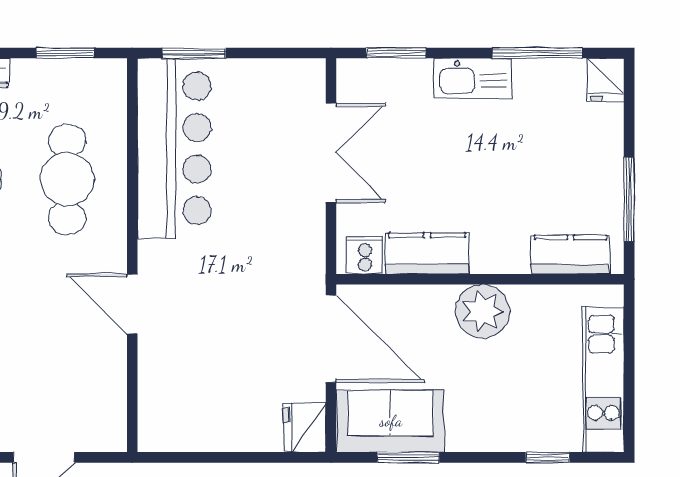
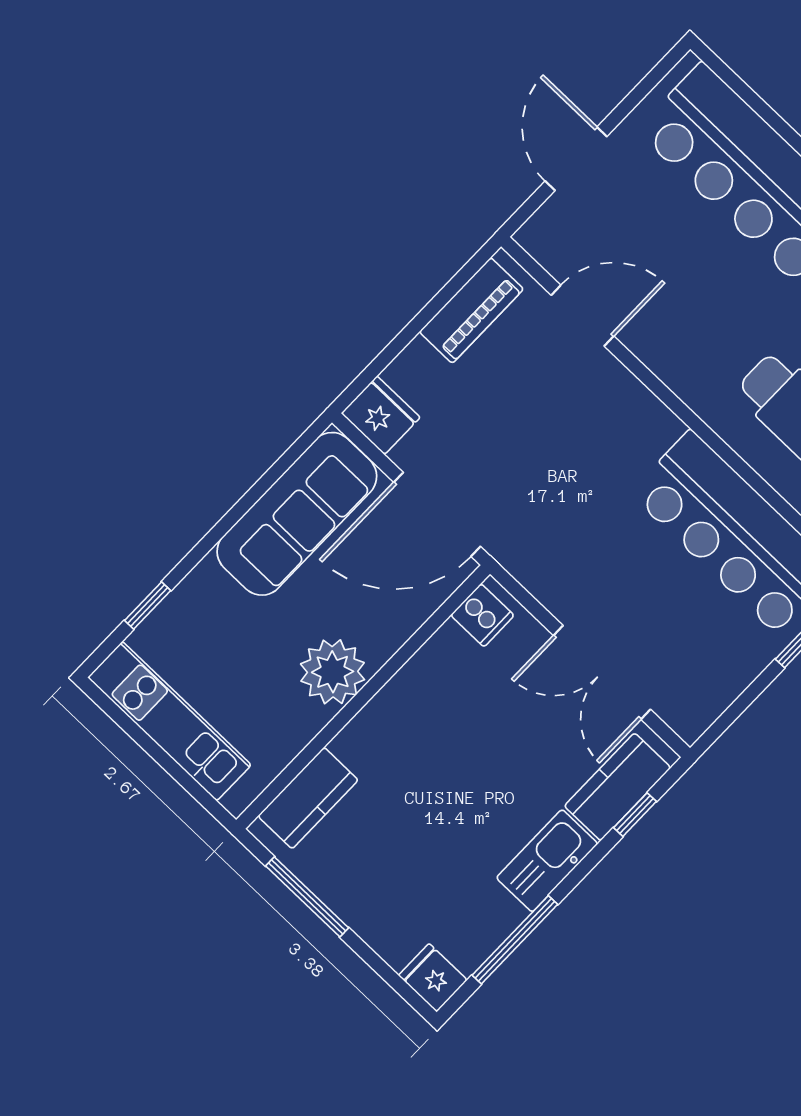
window: (396, 53) -> (635, 815), width x0.67
kitchen counter: (427, 253) -> (618, 787), moved, turned 180
door: (132, 304) -> (582, 316), moved
sofa: (391, 421) -> (297, 514), width x1.36
piano: (192, 433) -> (471, 310), added
window: (408, 457) -> (266, 482), removed

